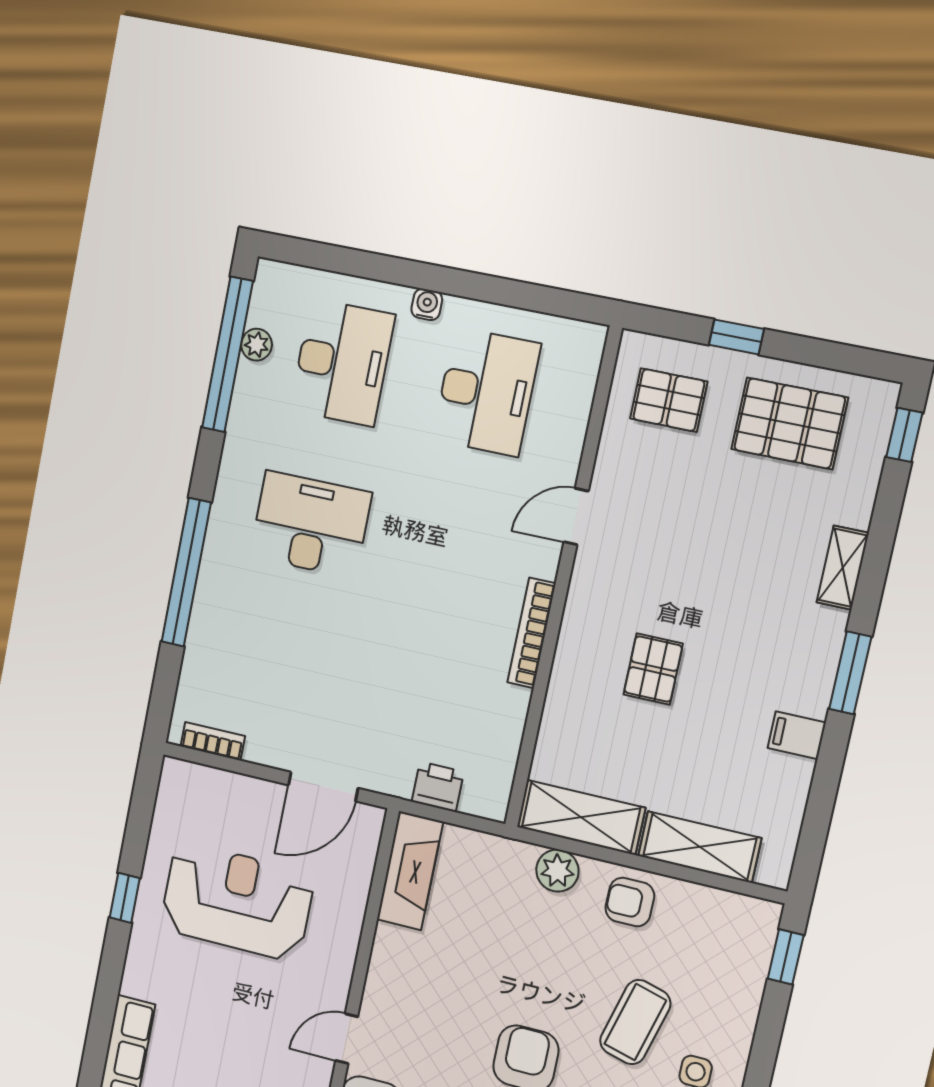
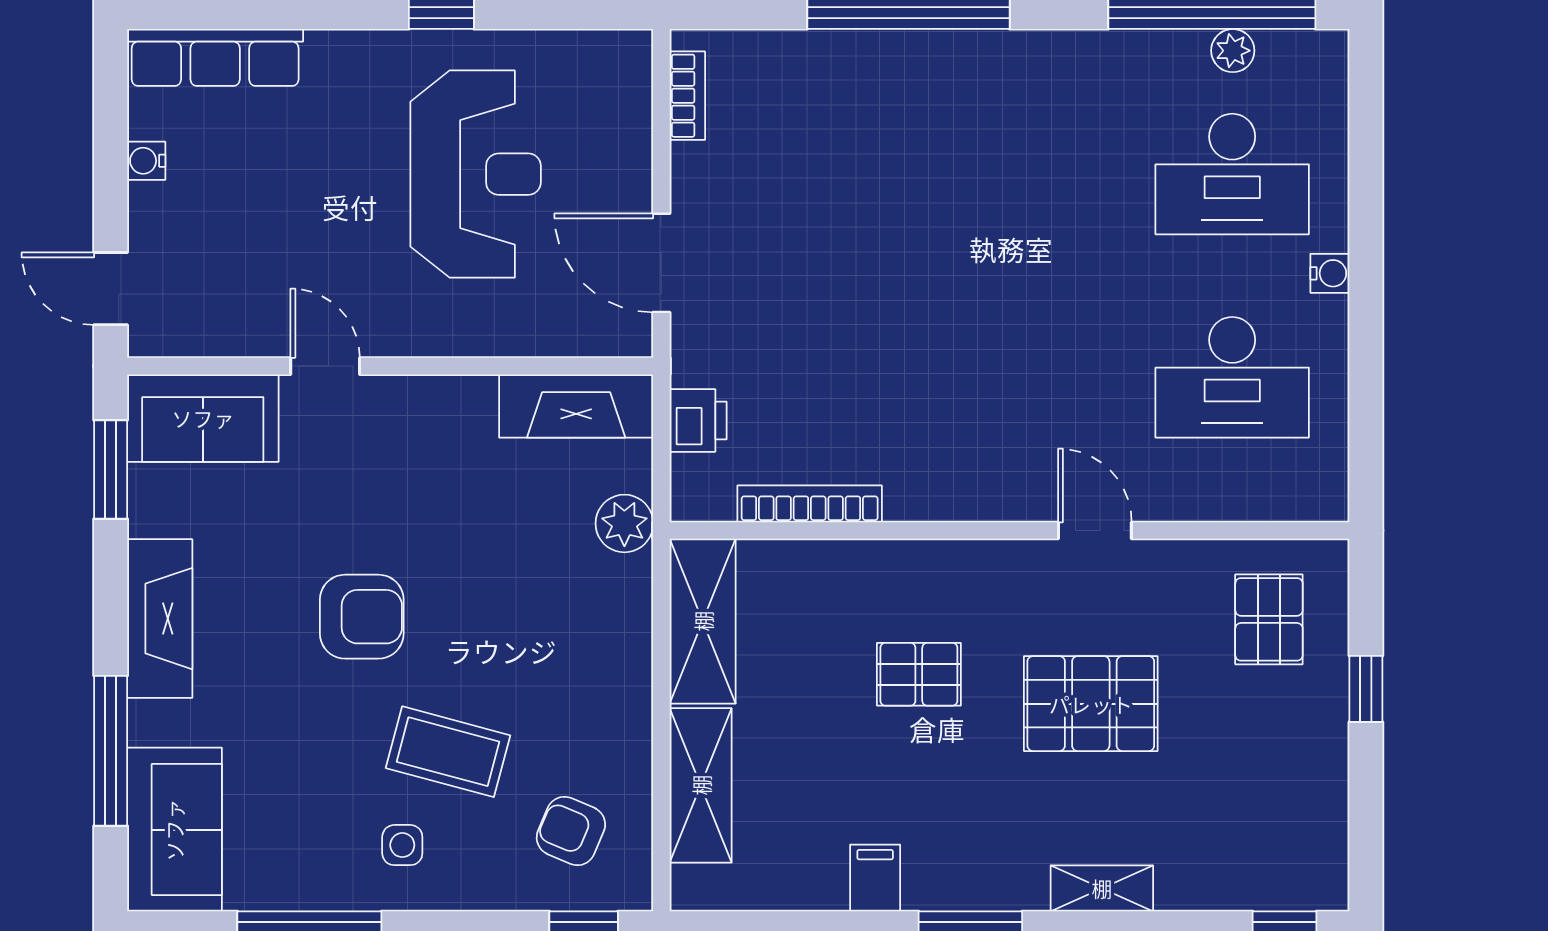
pallet: (790, 423) -> (1091, 704), moved, turned 90
desk: (311, 525) -> (1010, 174), removed
bookcase: (532, 633) -> (810, 504), moved
plant: (557, 871) -> (624, 523), moved
armchair: (630, 902) -> (571, 831), moved, turned -67

